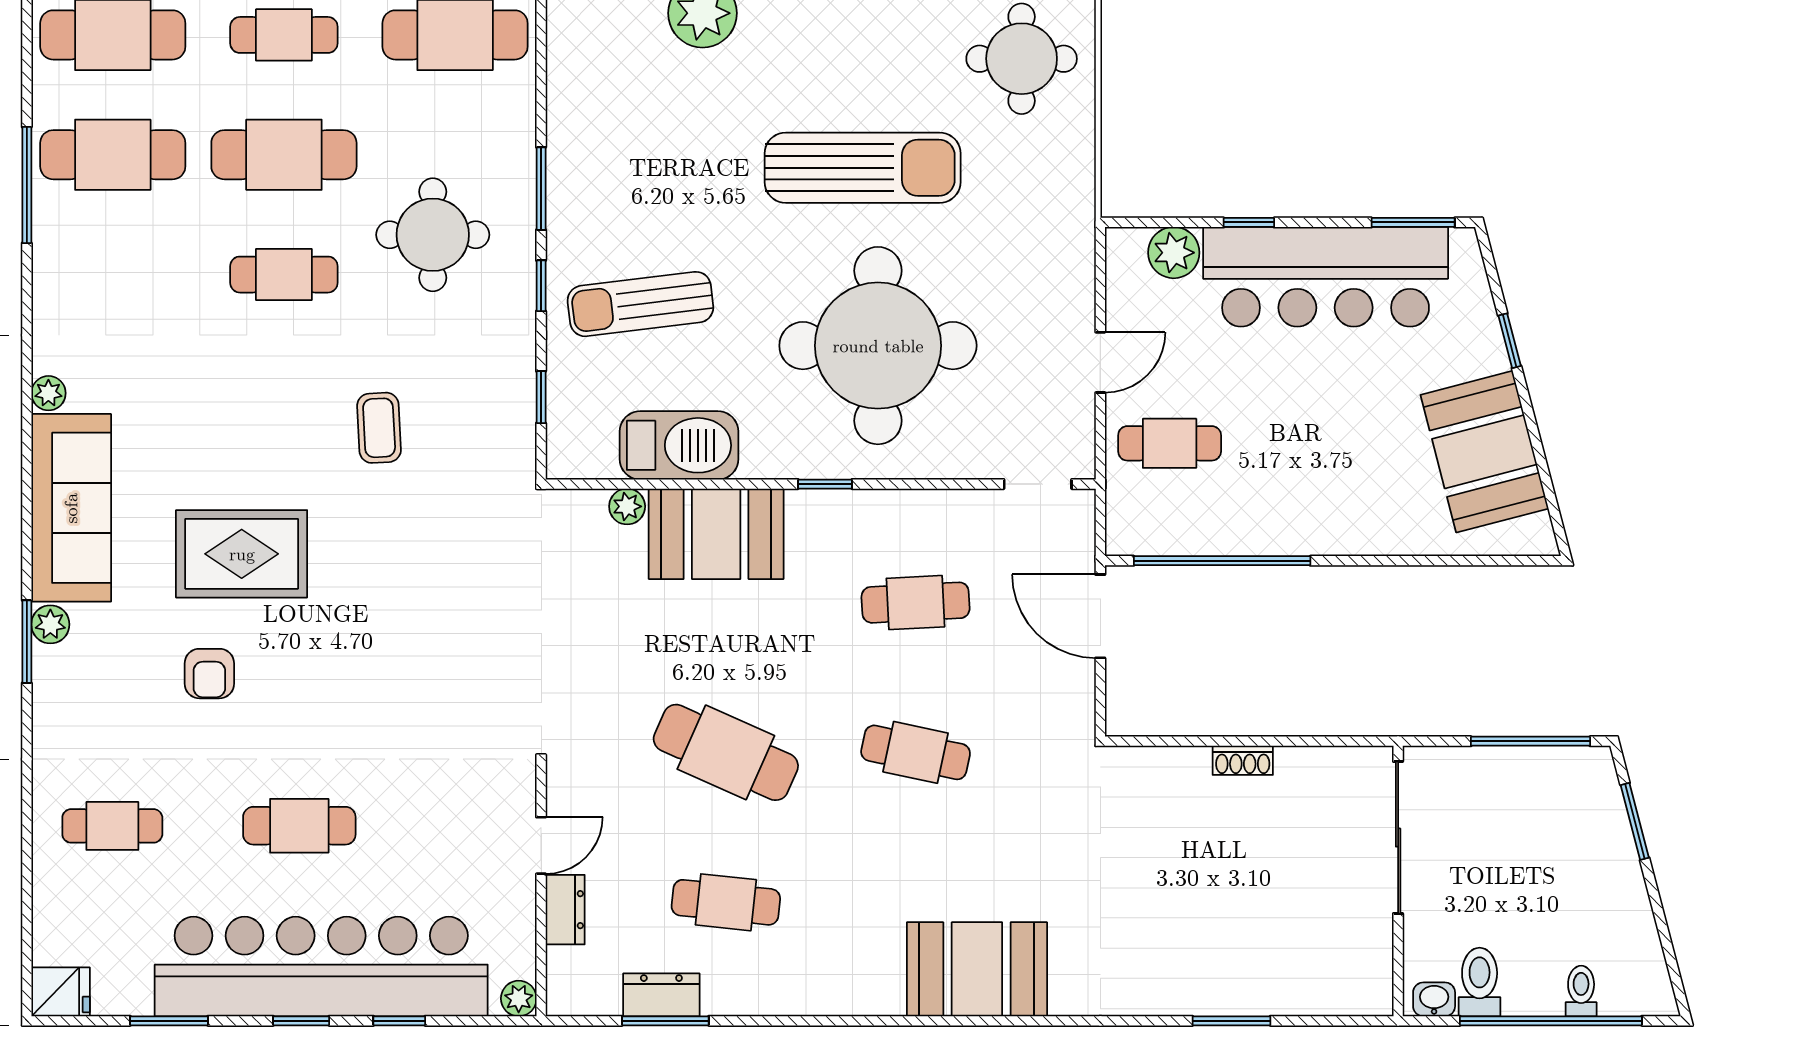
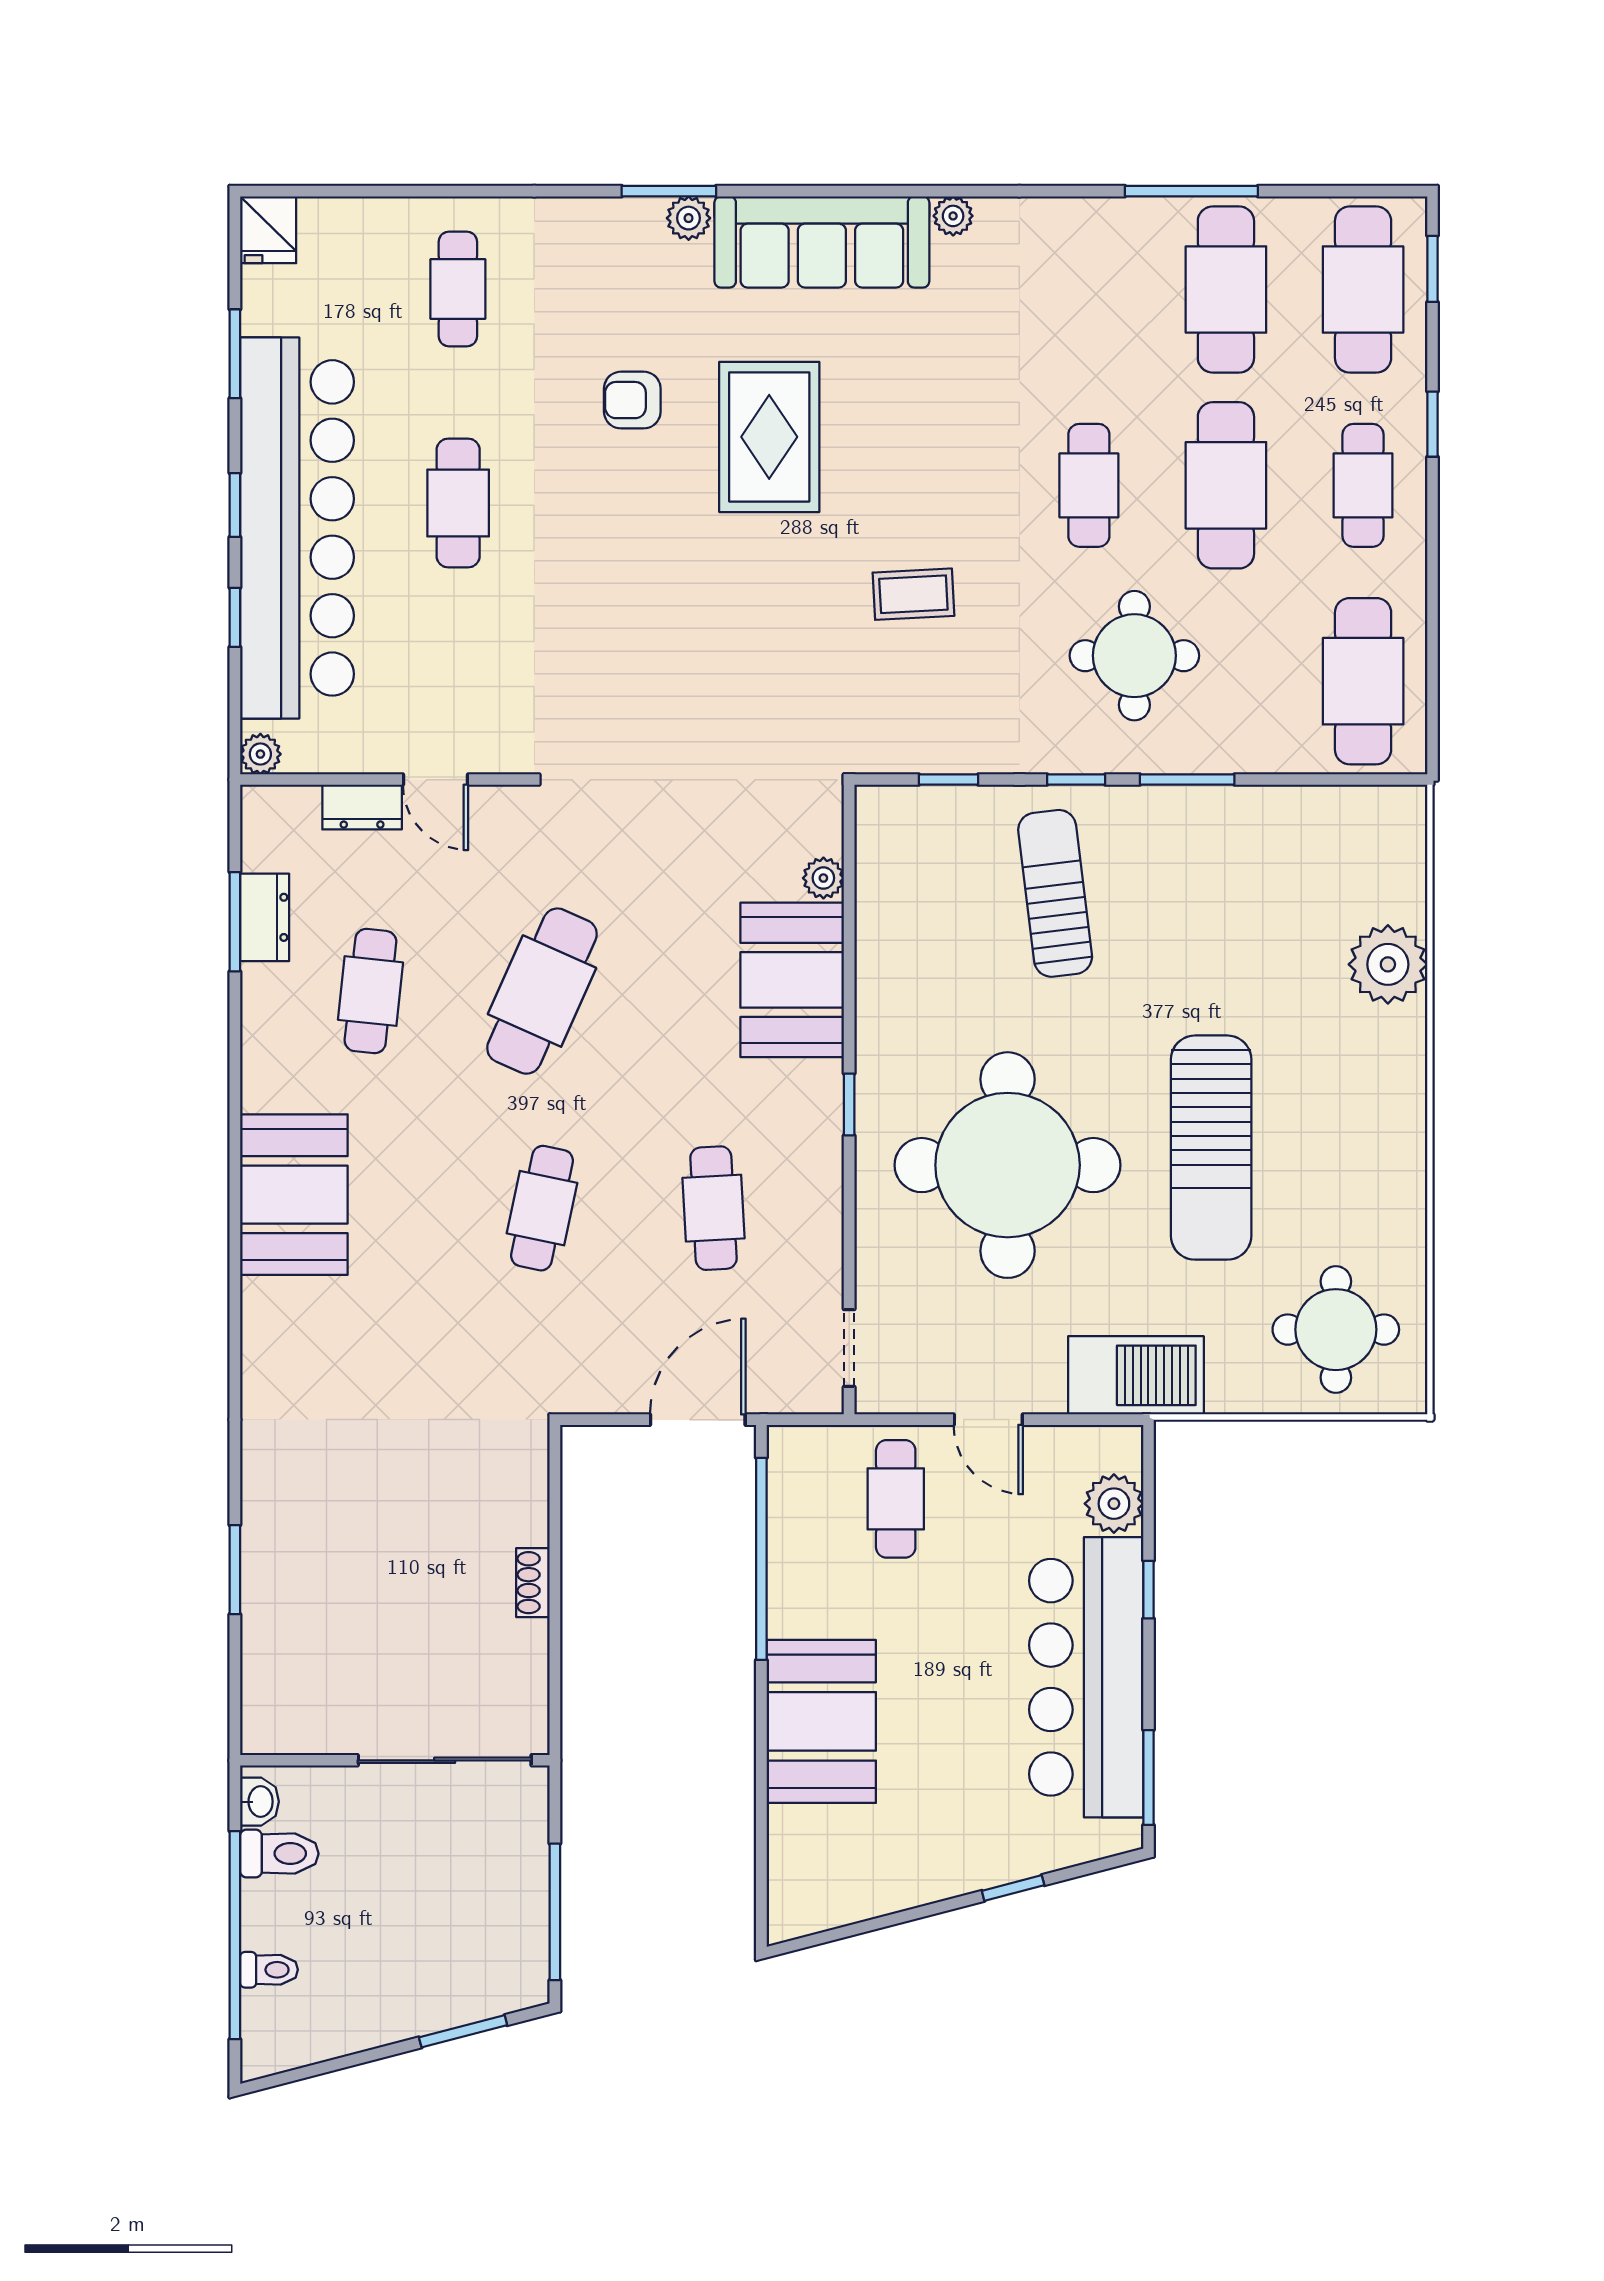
barbecue: (679, 445) -> (1136, 1375), moved, turned -90
booth: (1484, 452) -> (821, 1721), moved, turned -75
booth: (977, 969) -> (294, 1195), moved

